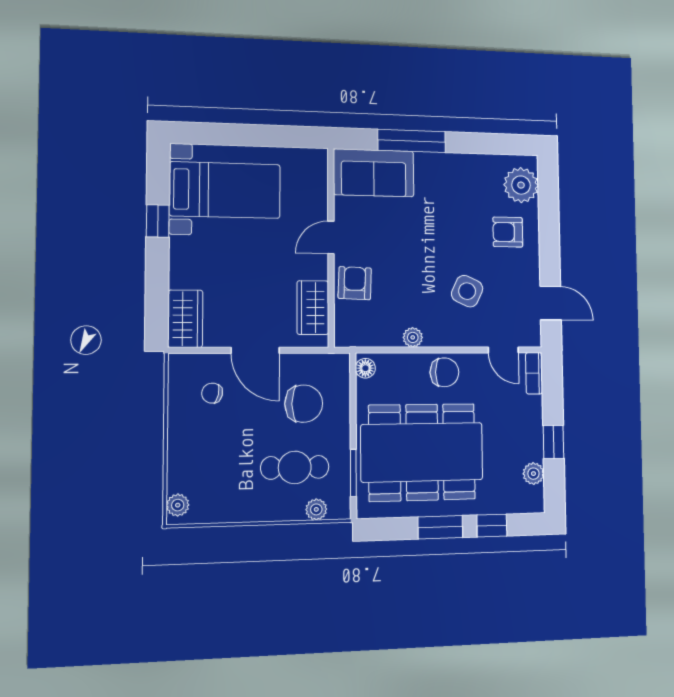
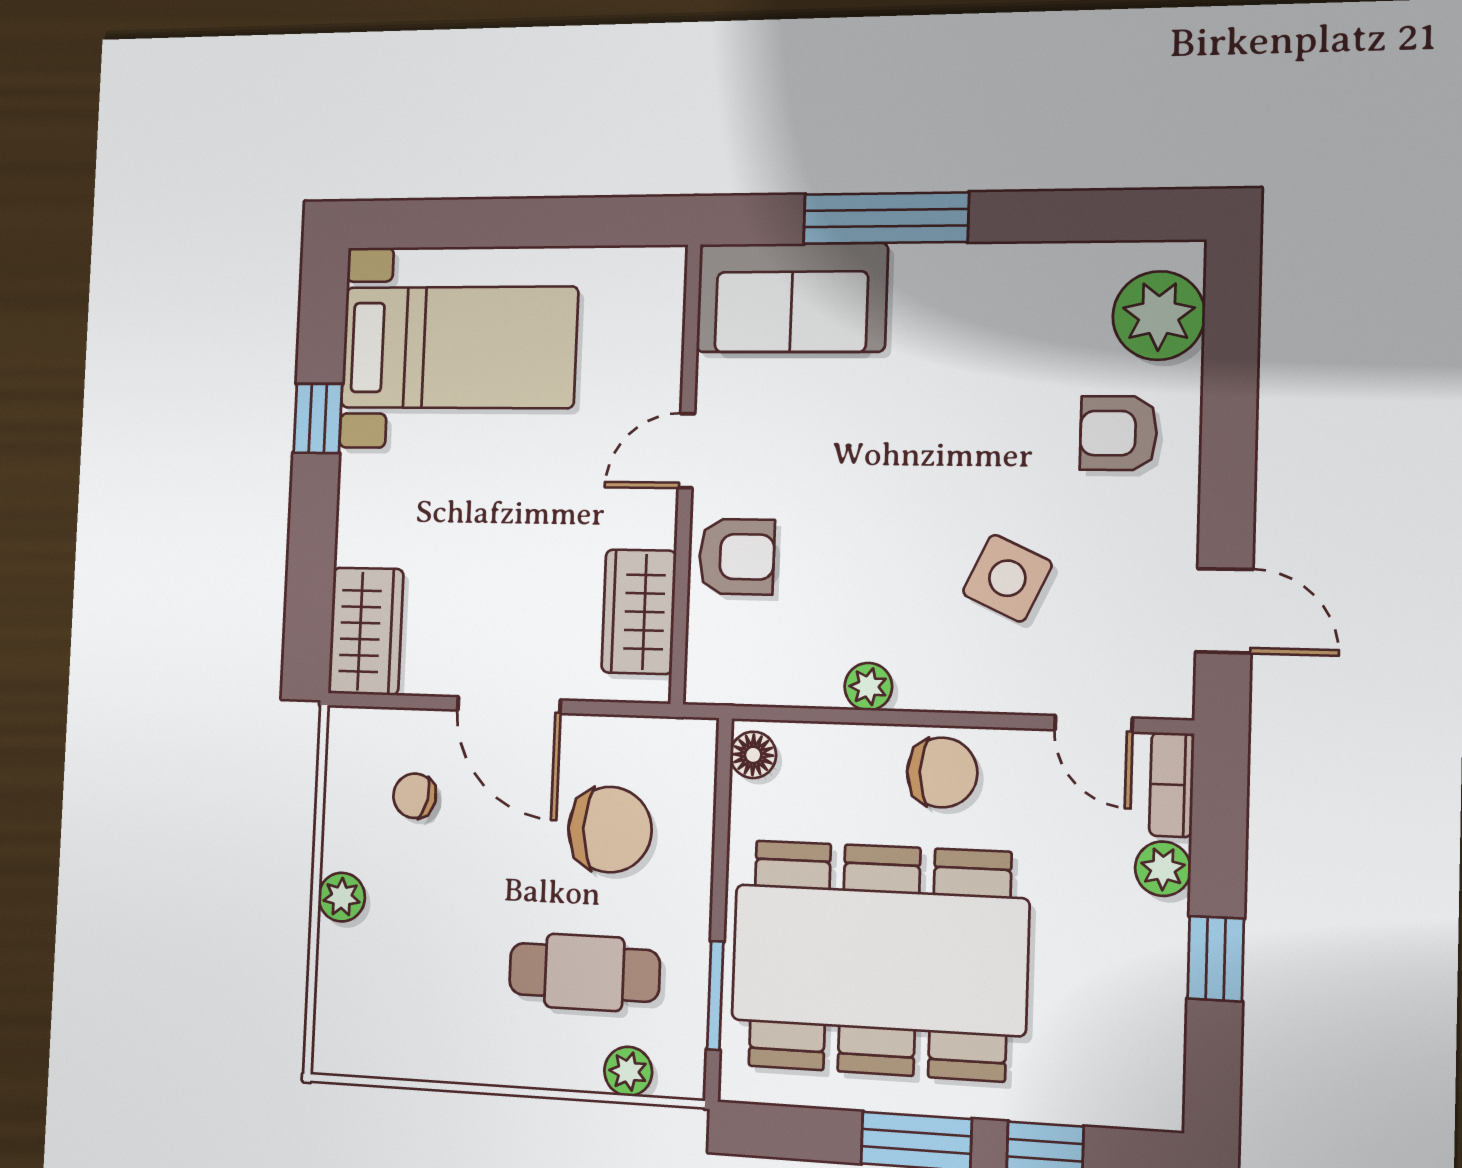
armchair: (355, 283) -> (737, 557), turned 88
plant: (533, 474) -> (1163, 869), moved
plant: (178, 505) -> (342, 897), moved

